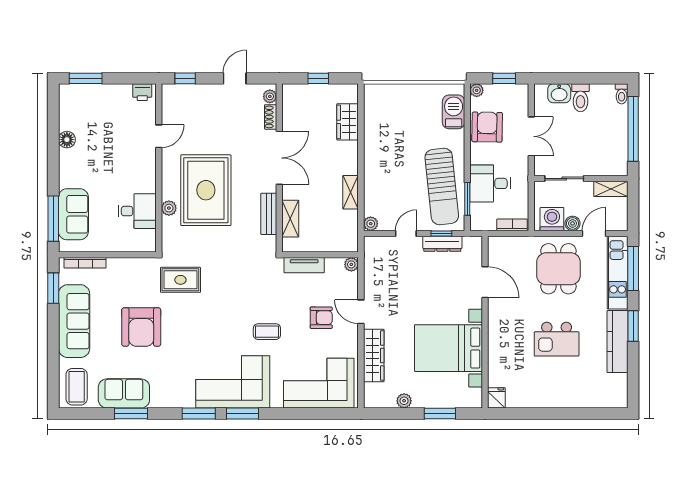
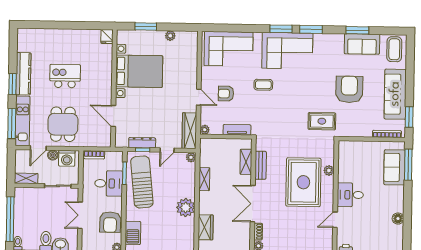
plant: (377, 150) -> (186, 207), added
desk: (137, 211) -> (350, 195), moved
wardrobe: (374, 356) -> (189, 131), moved

